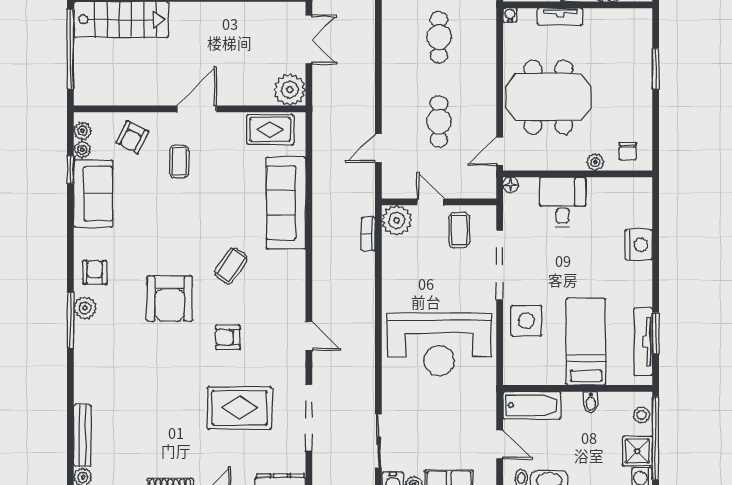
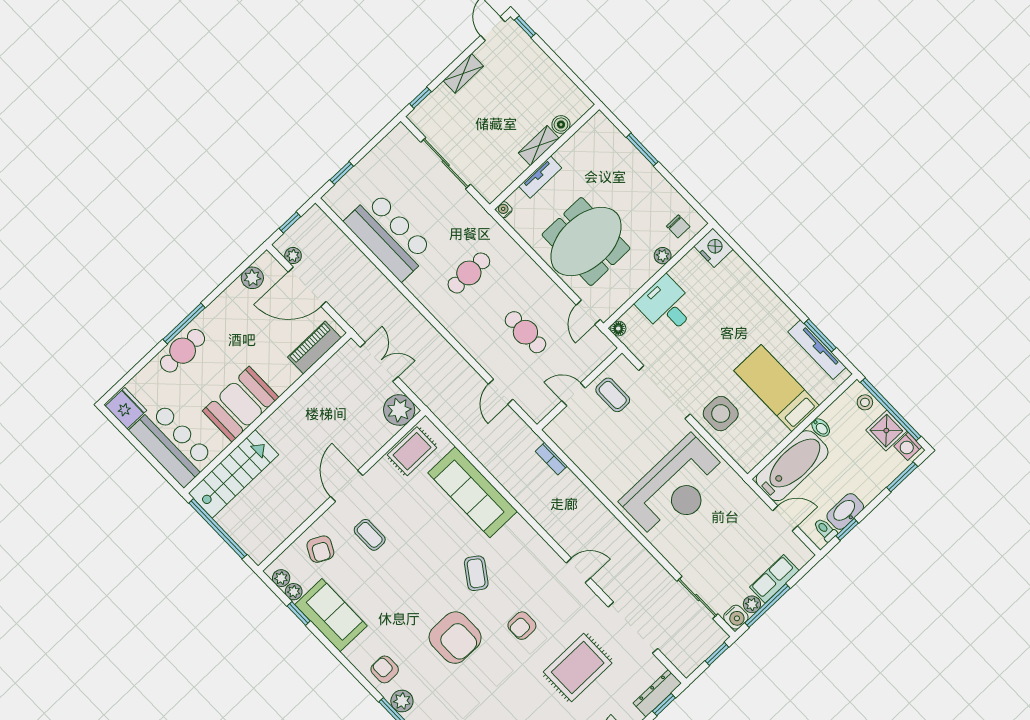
cafe table: (439, 37) -> (469, 273), turned 90
plant: (397, 220) -> (562, 430), removed
nightstand: (639, 245) -> (713, 248), moved
bathtub: (532, 405) -> (792, 466), width x1.36, depth x1.36

